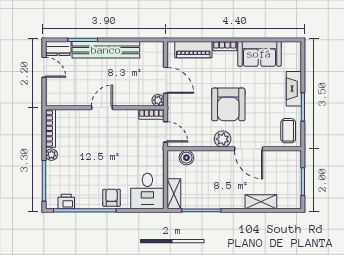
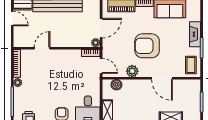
door: (166, 80) -> (101, 28), hinge flipped
armchair: (228, 104) -> (147, 46), turned 90
door: (102, 108) -> (42, 48), moved
plant: (223, 139) -> (132, 71), moved

